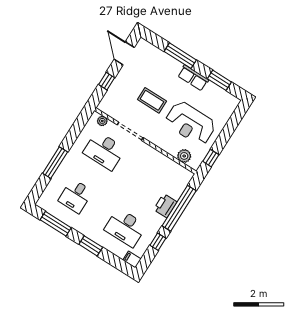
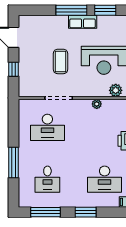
window: (180, 56) -> (71, 10), moved
coffee table: (152, 100) -> (60, 61), turned 90
plant: (102, 121) -> (97, 104), moved

